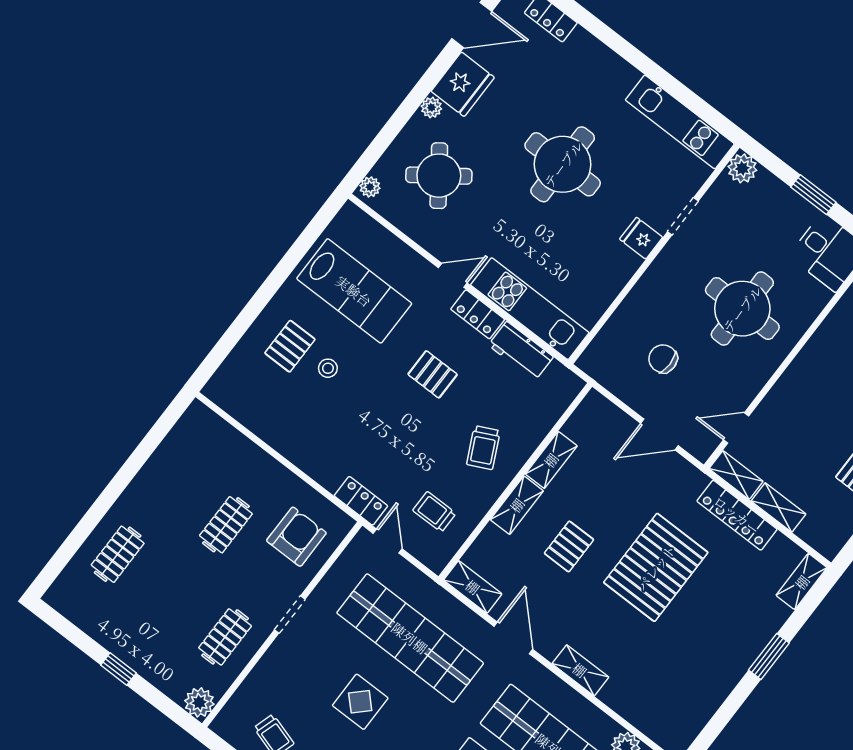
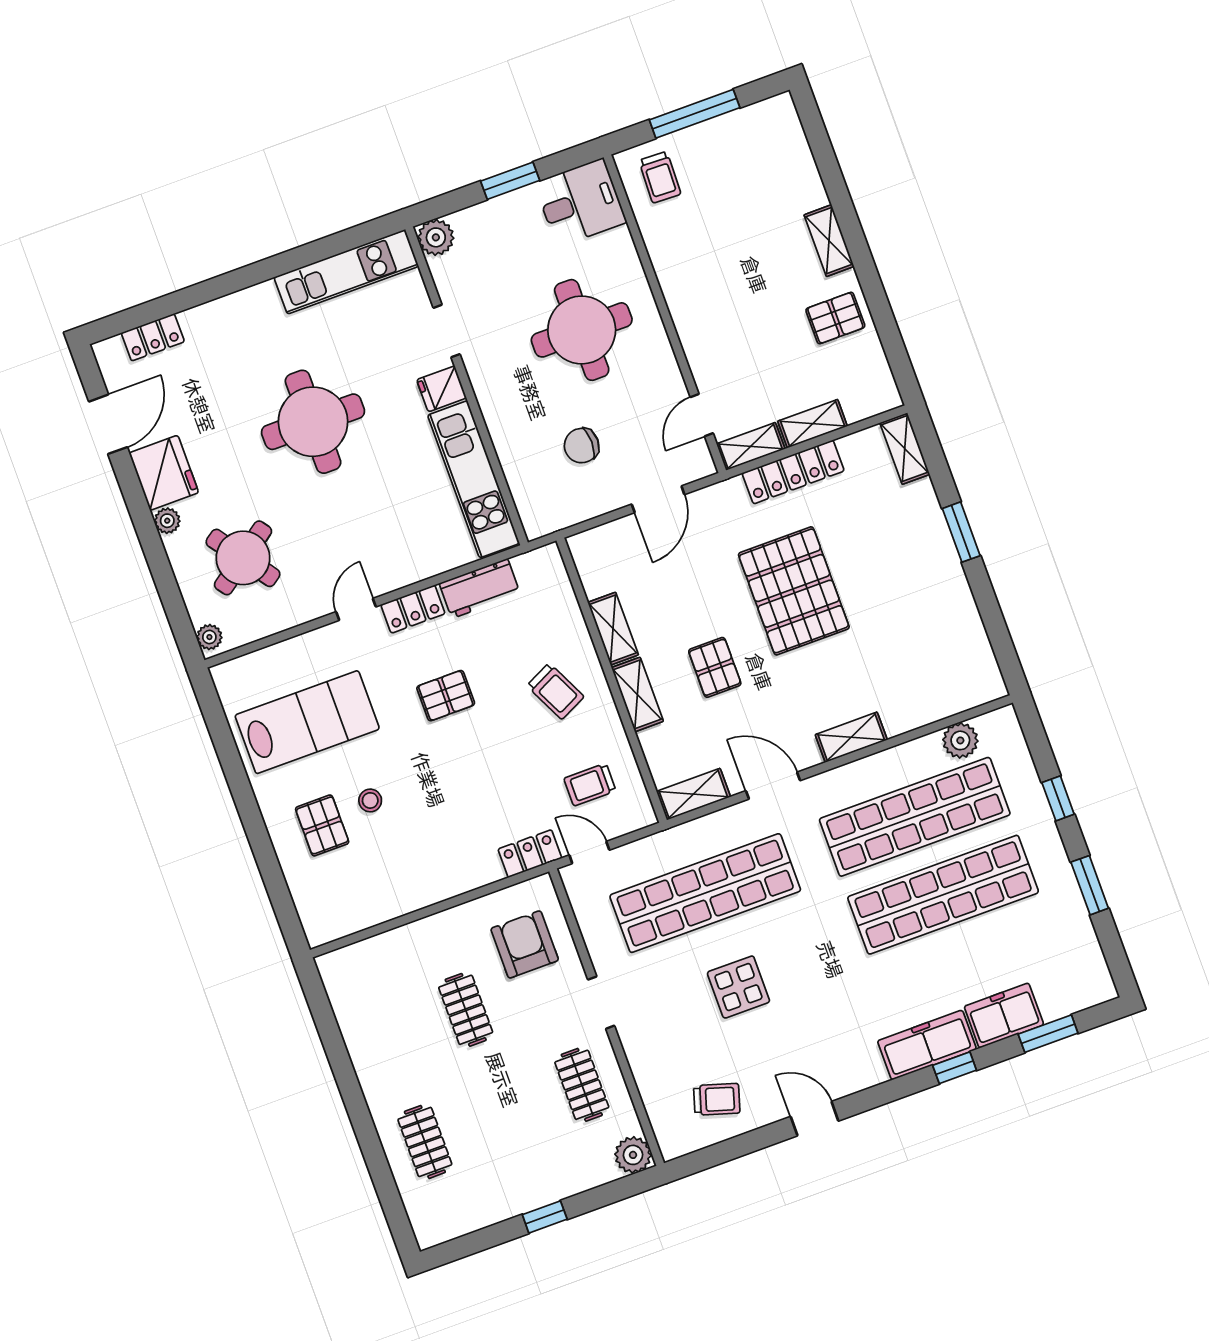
kitchen unit: (530, 309) -> (474, 479), moved, turned -90

